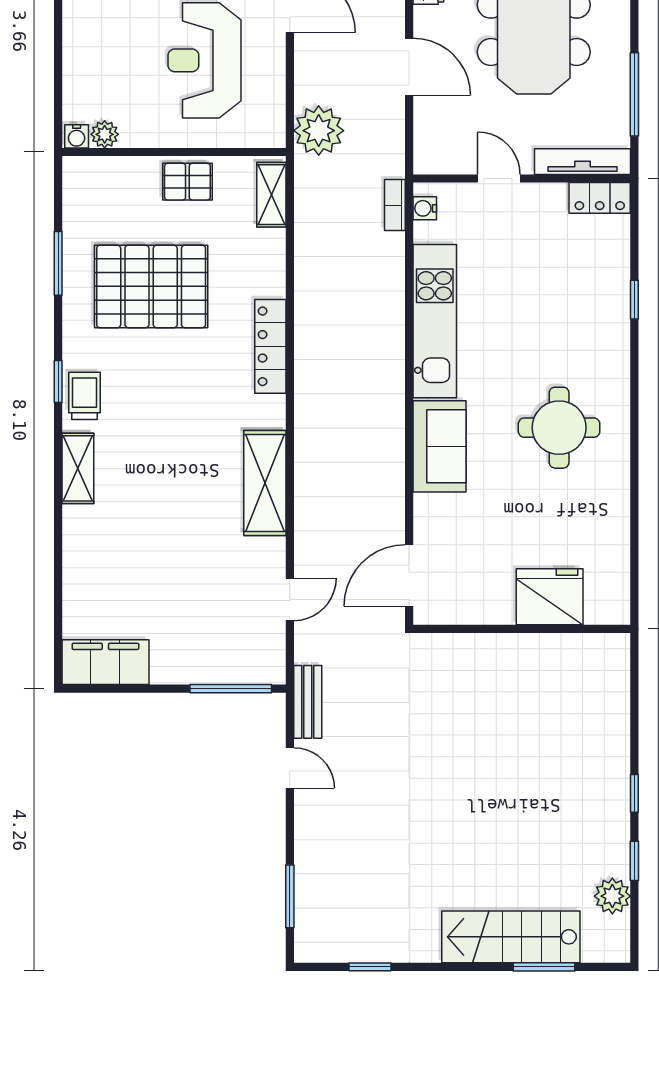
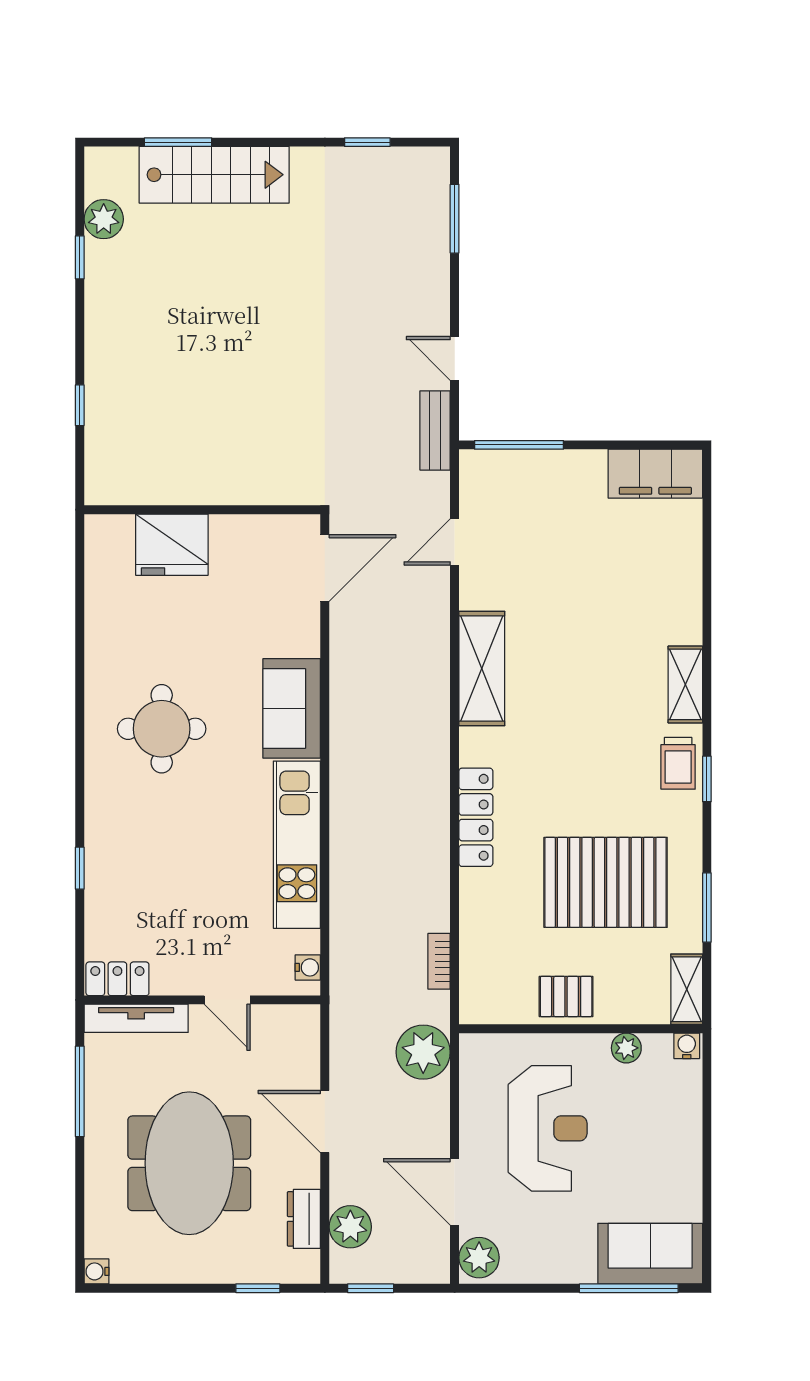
plant: (105, 134) -> (626, 1048), moved
shelving: (271, 195) -> (687, 989), moved
bookcase: (395, 205) -> (439, 961), moved, turned 180
window: (634, 793) -> (80, 405), moved

